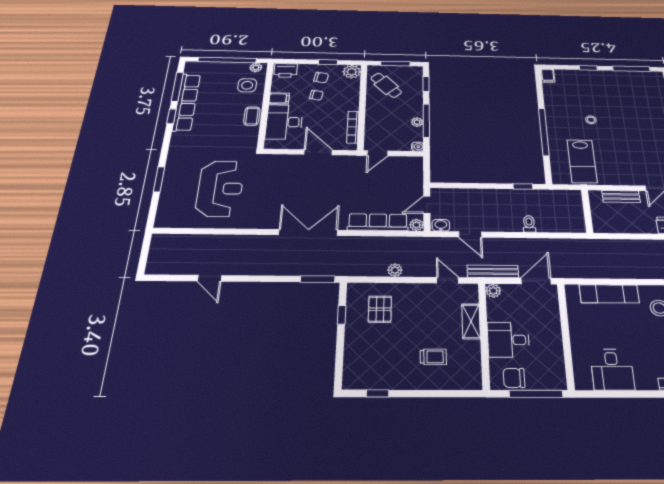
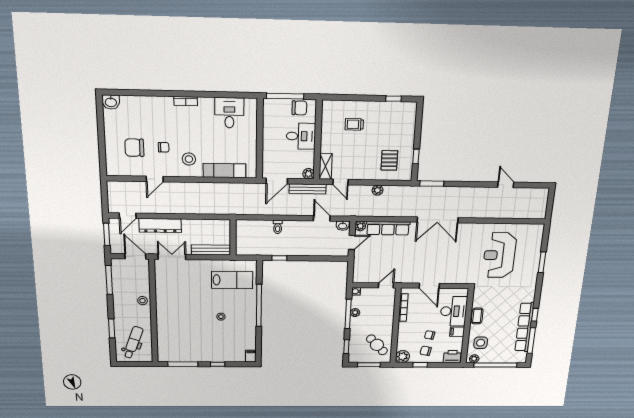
lab bench: (582, 161) -> (232, 280), turned 90
bench: (621, 197) -> (211, 250), width x1.36
shelving: (471, 321) -> (326, 166), moved

